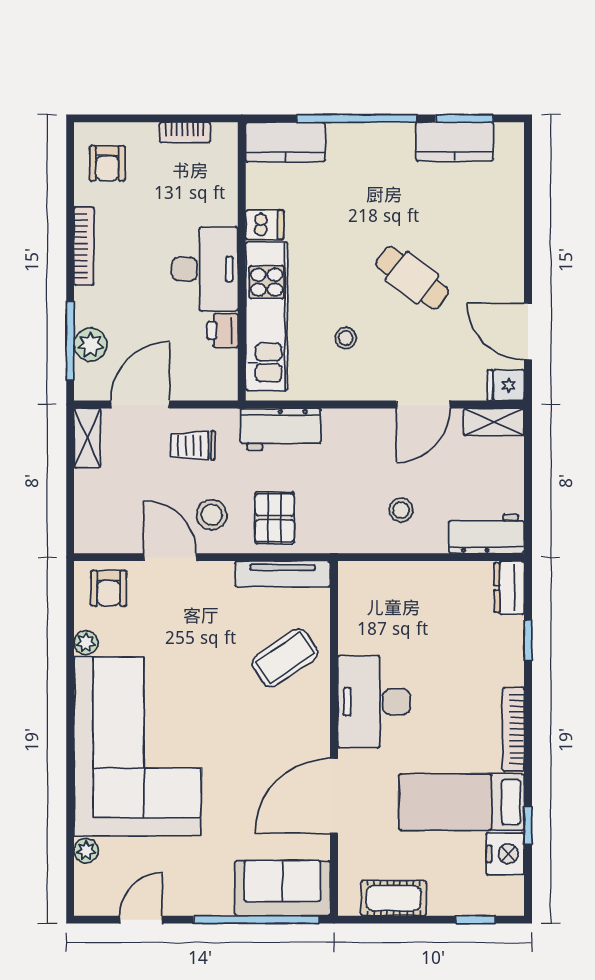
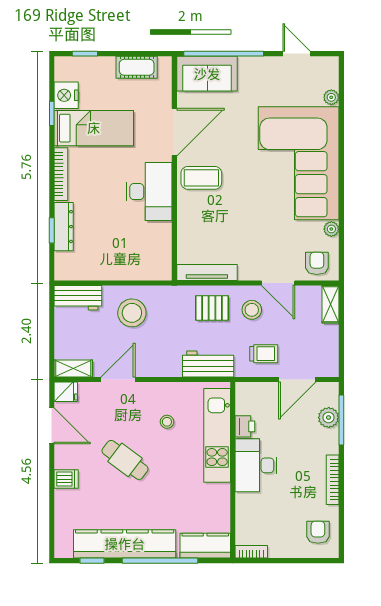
window: (464, 118) -> (92, 561), width x0.67
bookcase: (185, 132) -> (251, 552), moved
kitchen counter: (455, 142) -> (125, 544), width x2.08, depth x1.17
dishwasher: (265, 225) -> (66, 479), moved, turned 180
shelving: (87, 438) -> (331, 304), moved
stool: (401, 510) -> (132, 313), width x1.89, depth x1.89
pallet: (275, 518) -> (212, 308), turned 90
dresser: (509, 588) -> (64, 227), moved, width x1.44
coffee table: (285, 658) -> (201, 178), moved, turned 34
door: (141, 920) -> (297, 54), swing flipped

